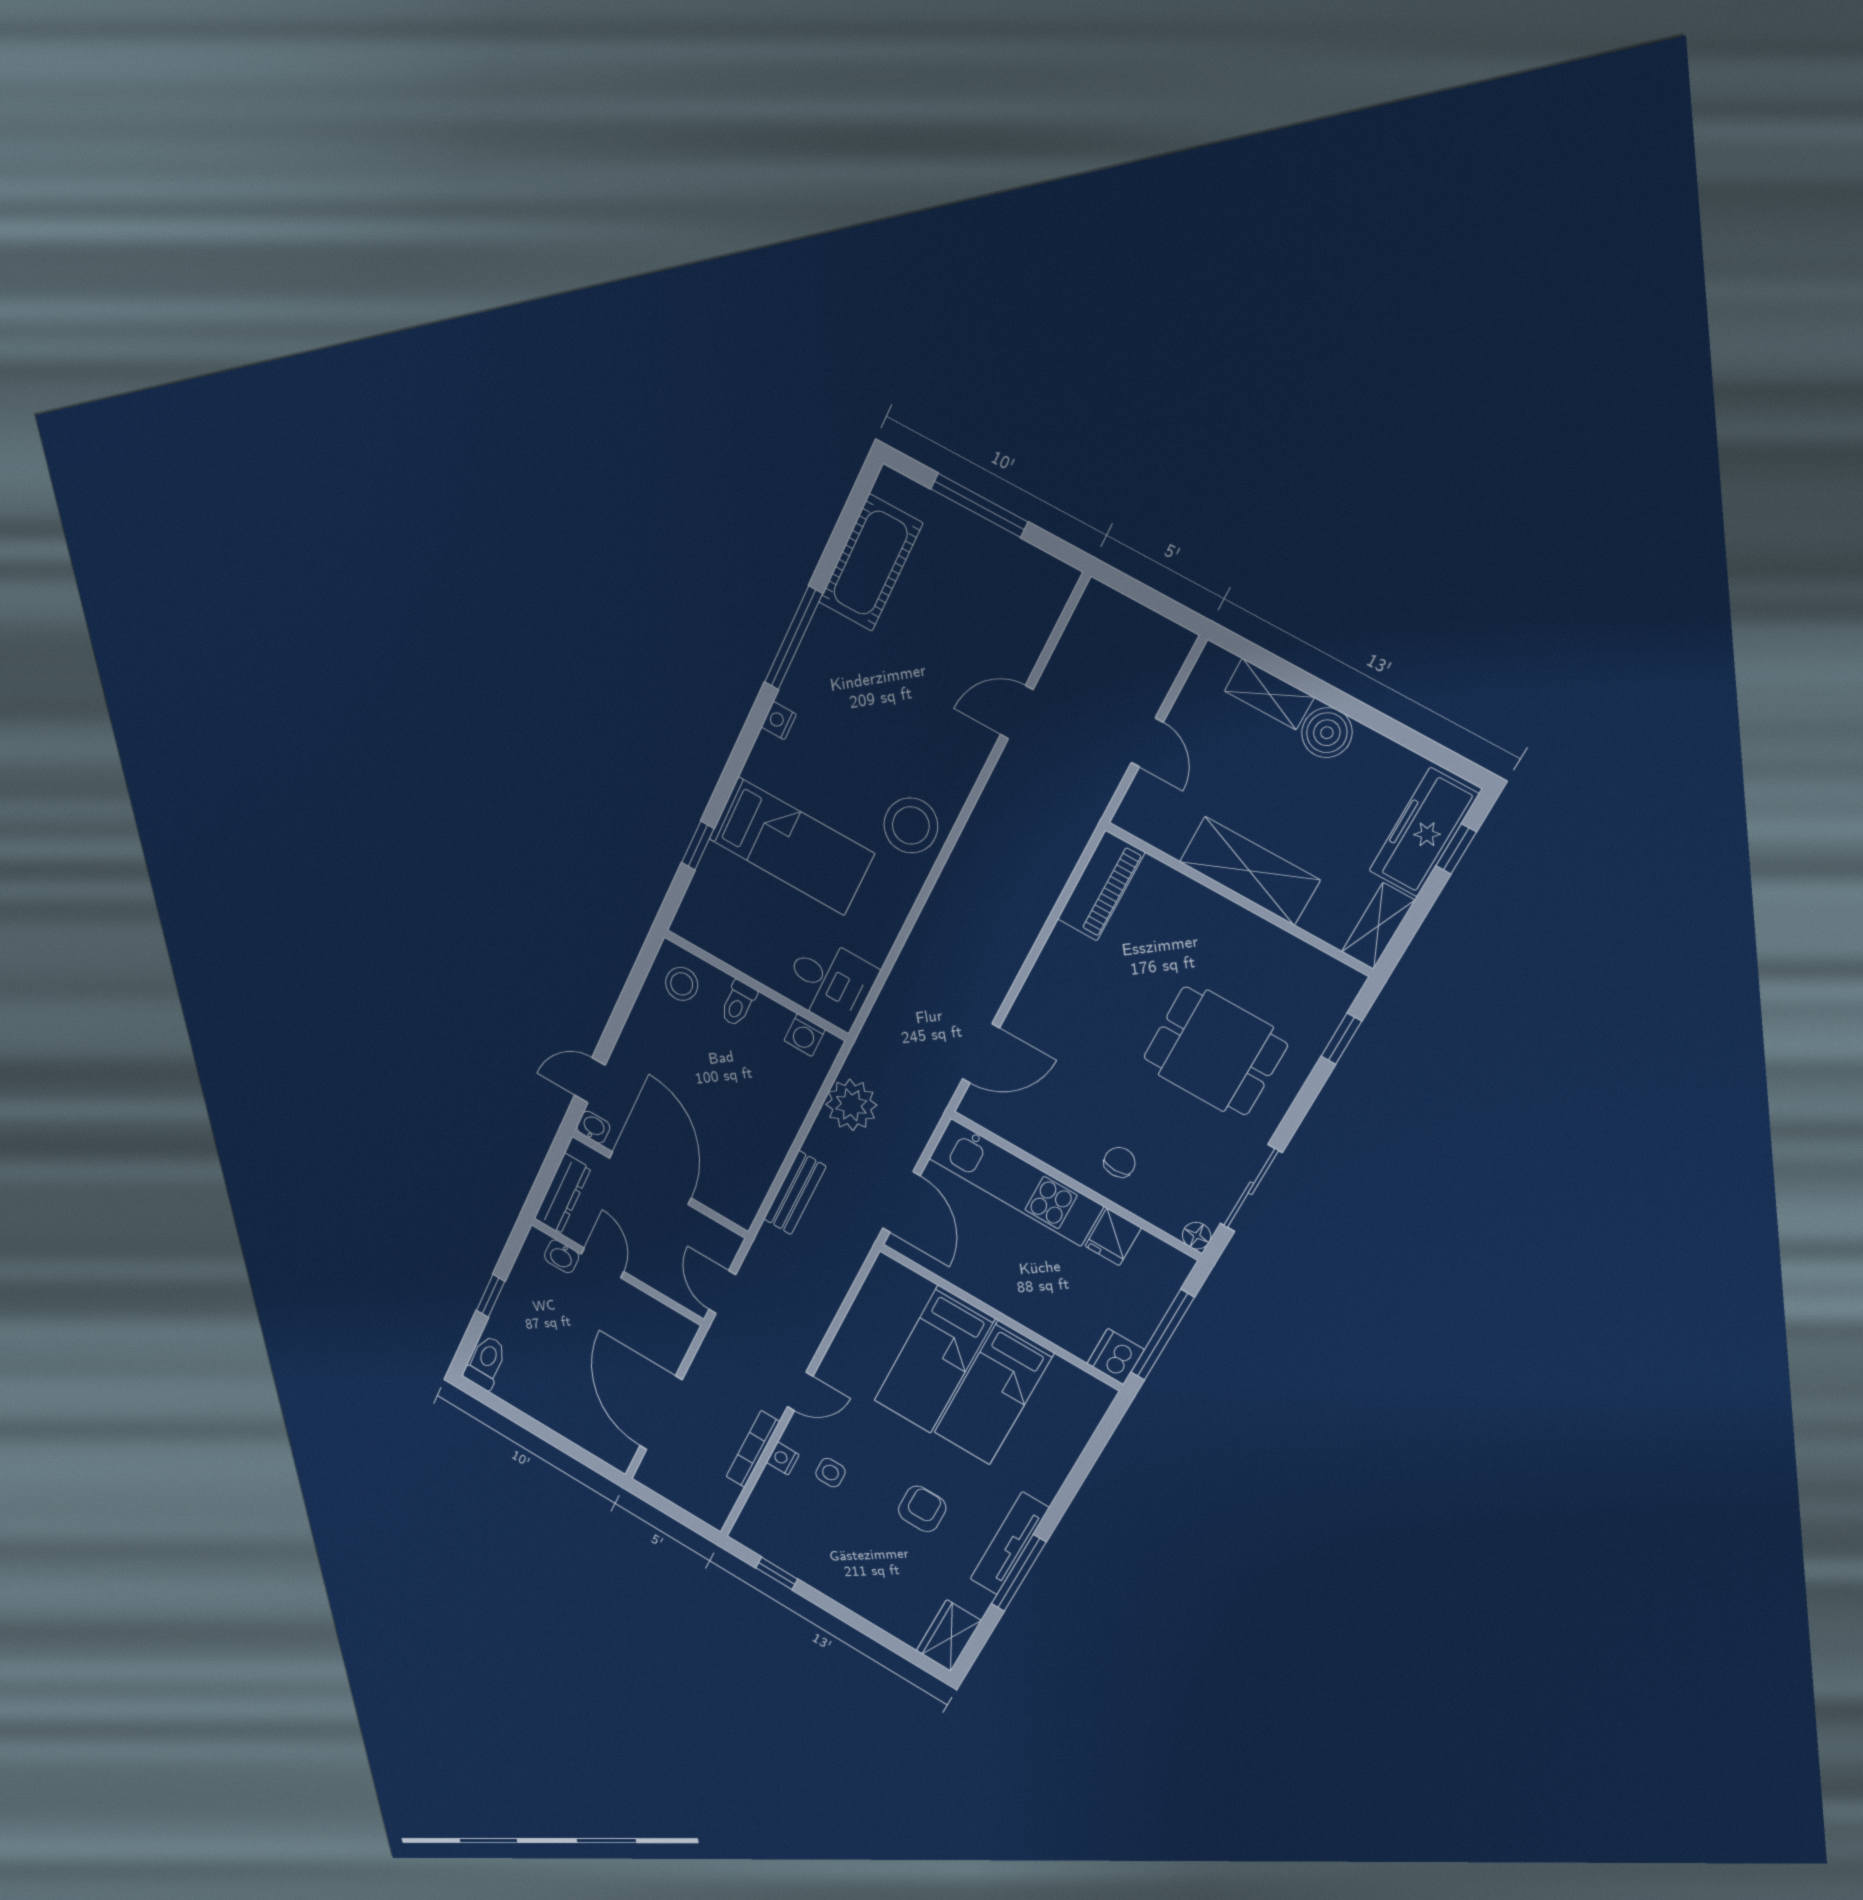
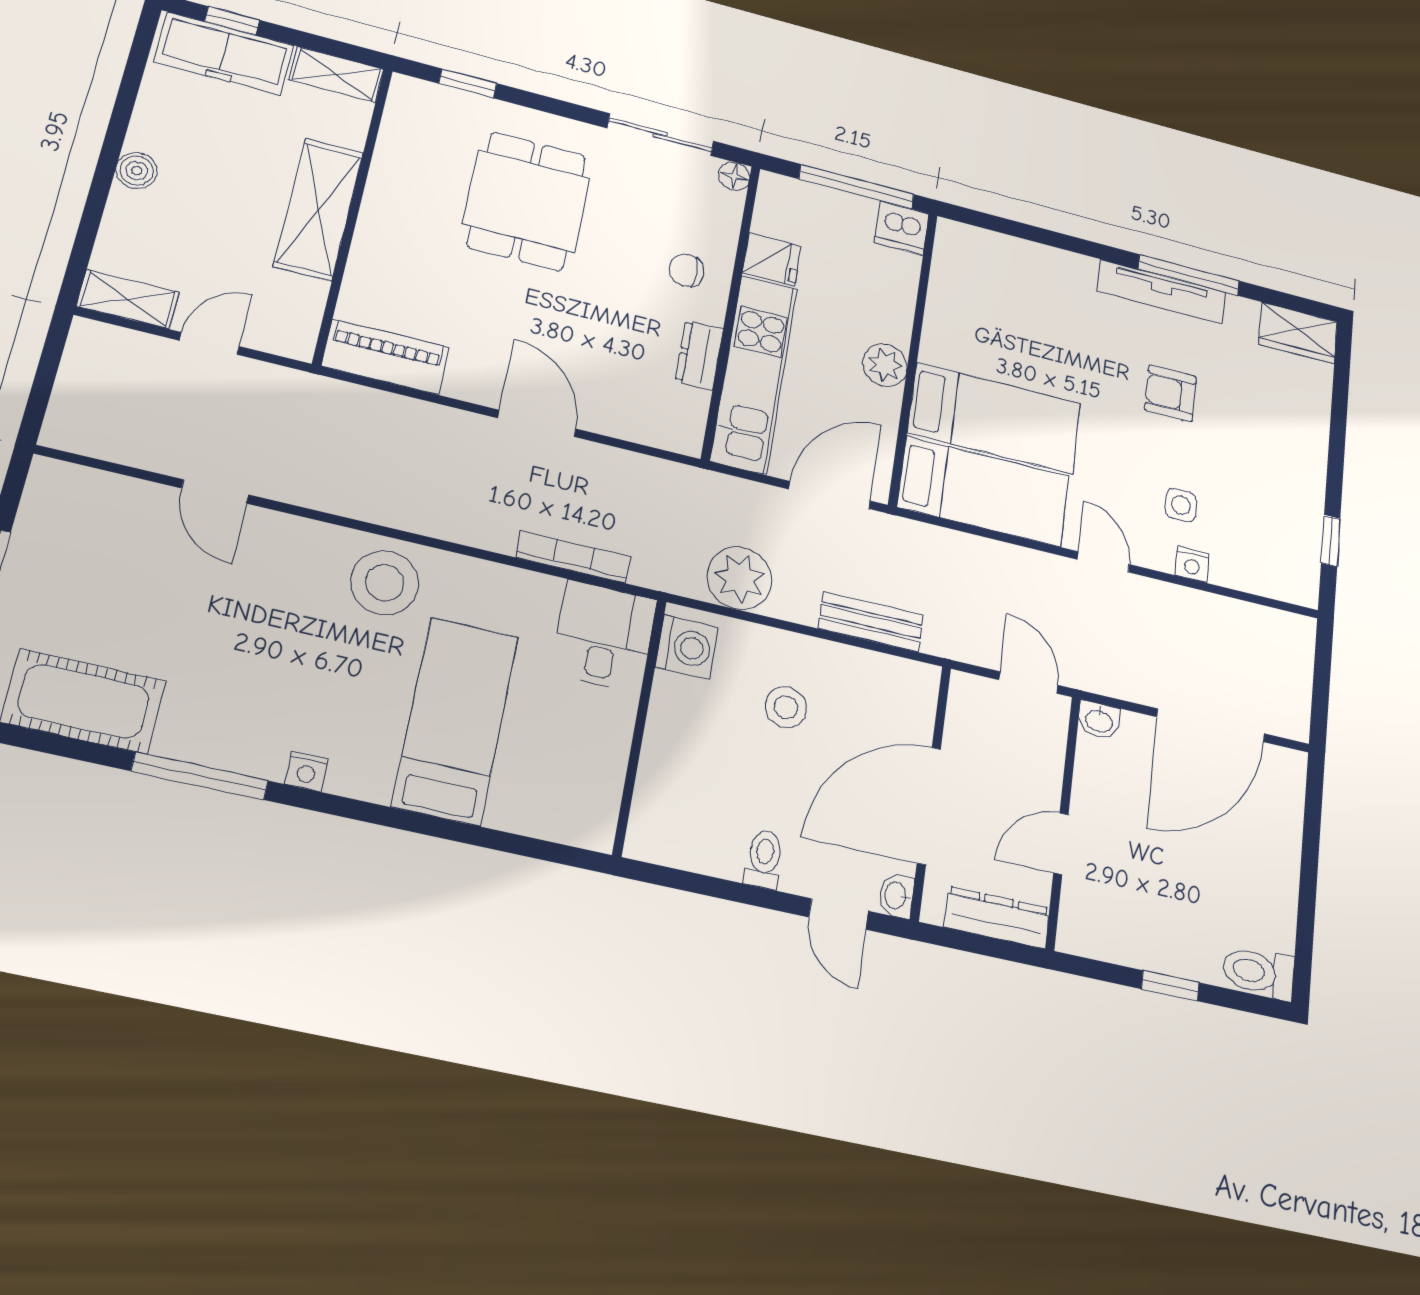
shelving: (1269, 694) -> (128, 299), moved, turned 90
boiler: (1327, 733) -> (137, 171), width x0.73, depth x0.73
window: (698, 846) -> (493, 839), removed
stool: (682, 984) -> (786, 707), moved
toilet: (738, 1003) -> (764, 859), moved, turned -90
washing machine: (805, 1035) -> (687, 647), width x1.38, depth x1.38
door: (981, 1053) -> (537, 423), moved
dresser: (1043, 1144) -> (699, 355), added
washbasin: (562, 1256) -> (1099, 720), moved, turned 90
plant: (999, 1291) -> (885, 365), added
door: (722, 1292) -> (1029, 683), swing flipped
bed: (994, 1393) -> (983, 492), moved
bookcase: (753, 1449) -> (573, 557), moved, turned 180

